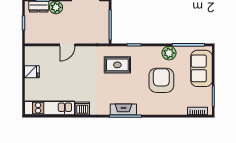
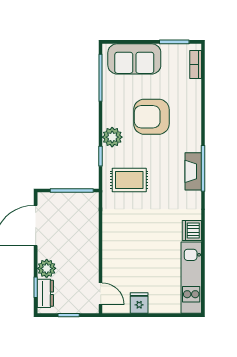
door: (67, 45) -> (101, 294), moved
plant: (169, 53) -> (112, 137), moved
rug: (117, 65) -> (129, 180), turned 90

